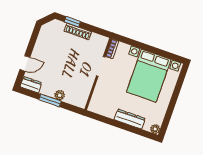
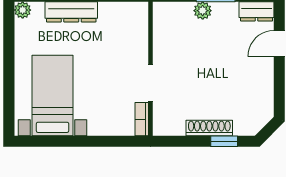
bed with nightstands: (149, 76) -> (53, 95), width x0.73

